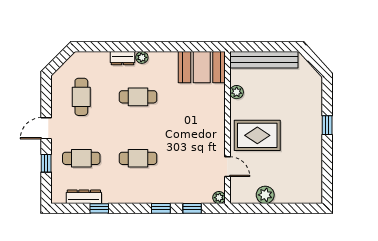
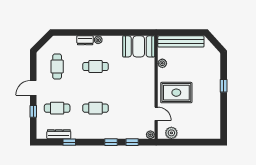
plant: (265, 195) -> (171, 133), moved

